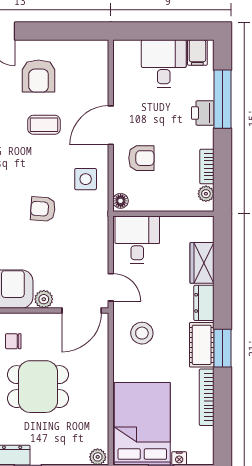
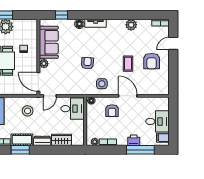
armchair: (39, 76) -> (152, 61), turned -90

